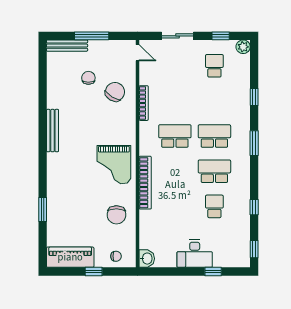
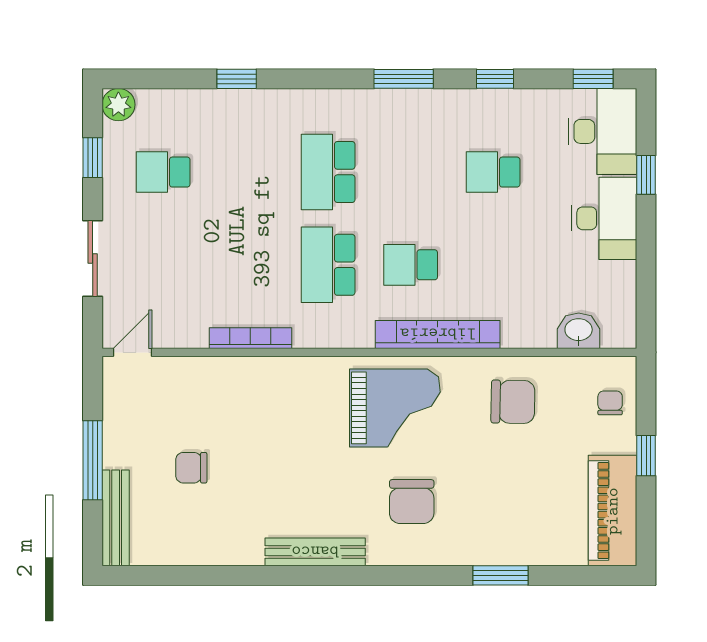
chair: (115, 92) -> (412, 502), moved, turned -122
window: (254, 143) -> (404, 79), moved
school desk: (214, 171) -> (411, 265), moved, width x0.54
desk: (232, 253) -> (603, 131), added
washbasin: (147, 259) -> (579, 331), moved

